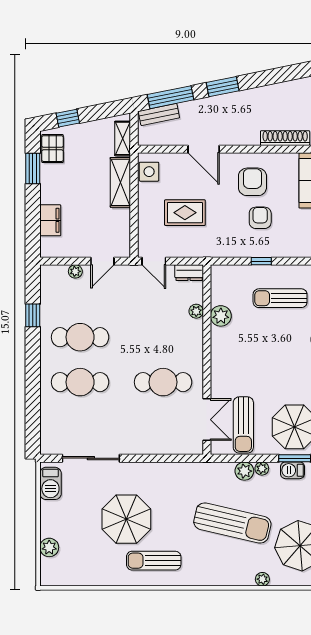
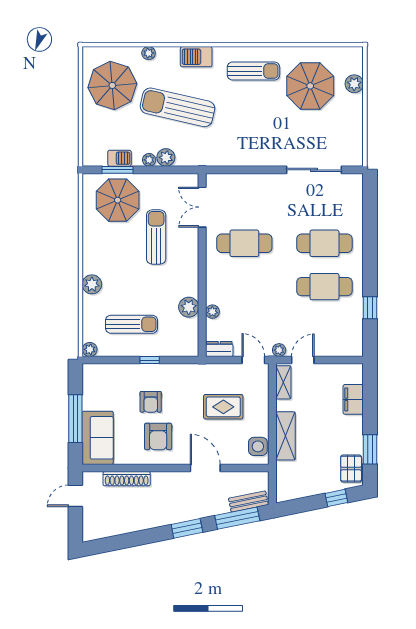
shelving: (123, 138) -> (283, 382), moved
plant: (75, 271) -> (279, 350), moved
sun lounger: (243, 425) -> (156, 237), moved
barbecue: (50, 483) -> (196, 57), moved, turned -90
parasol: (126, 519) -> (310, 86), moved

